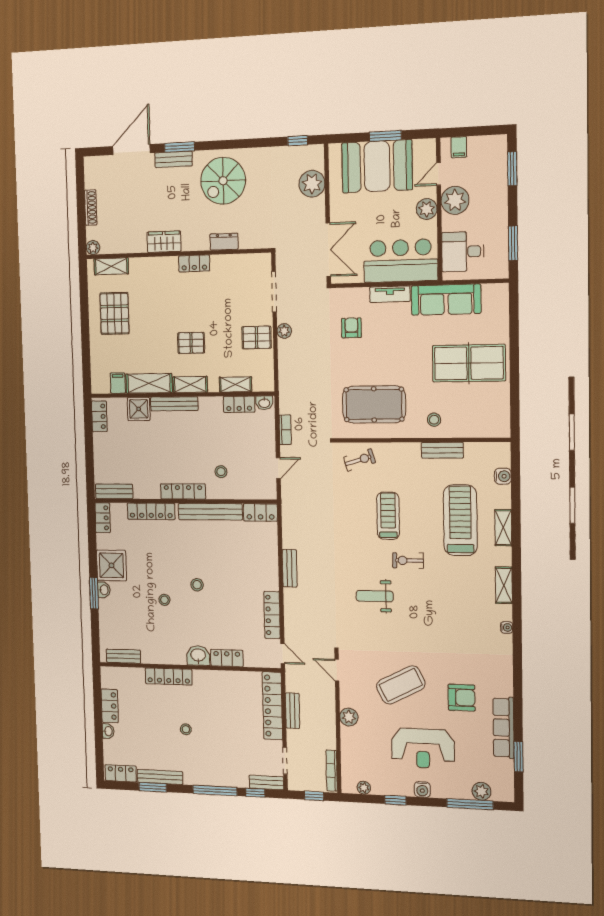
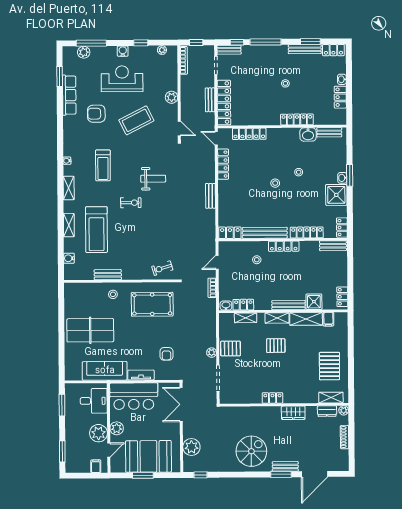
dresser: (224, 242) -> (327, 411), moved
treadmill: (388, 516) -> (103, 165), moved
washbasin: (198, 656) -> (308, 134), moved
locker: (227, 658) -> (249, 134), width x1.53

